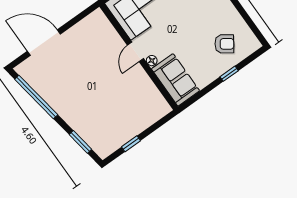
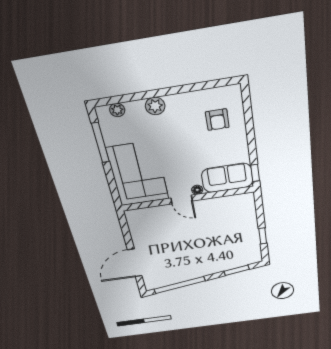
armchair: (224, 44) -> (217, 120), turned 145
window: (229, 74) -> (255, 173), moved

